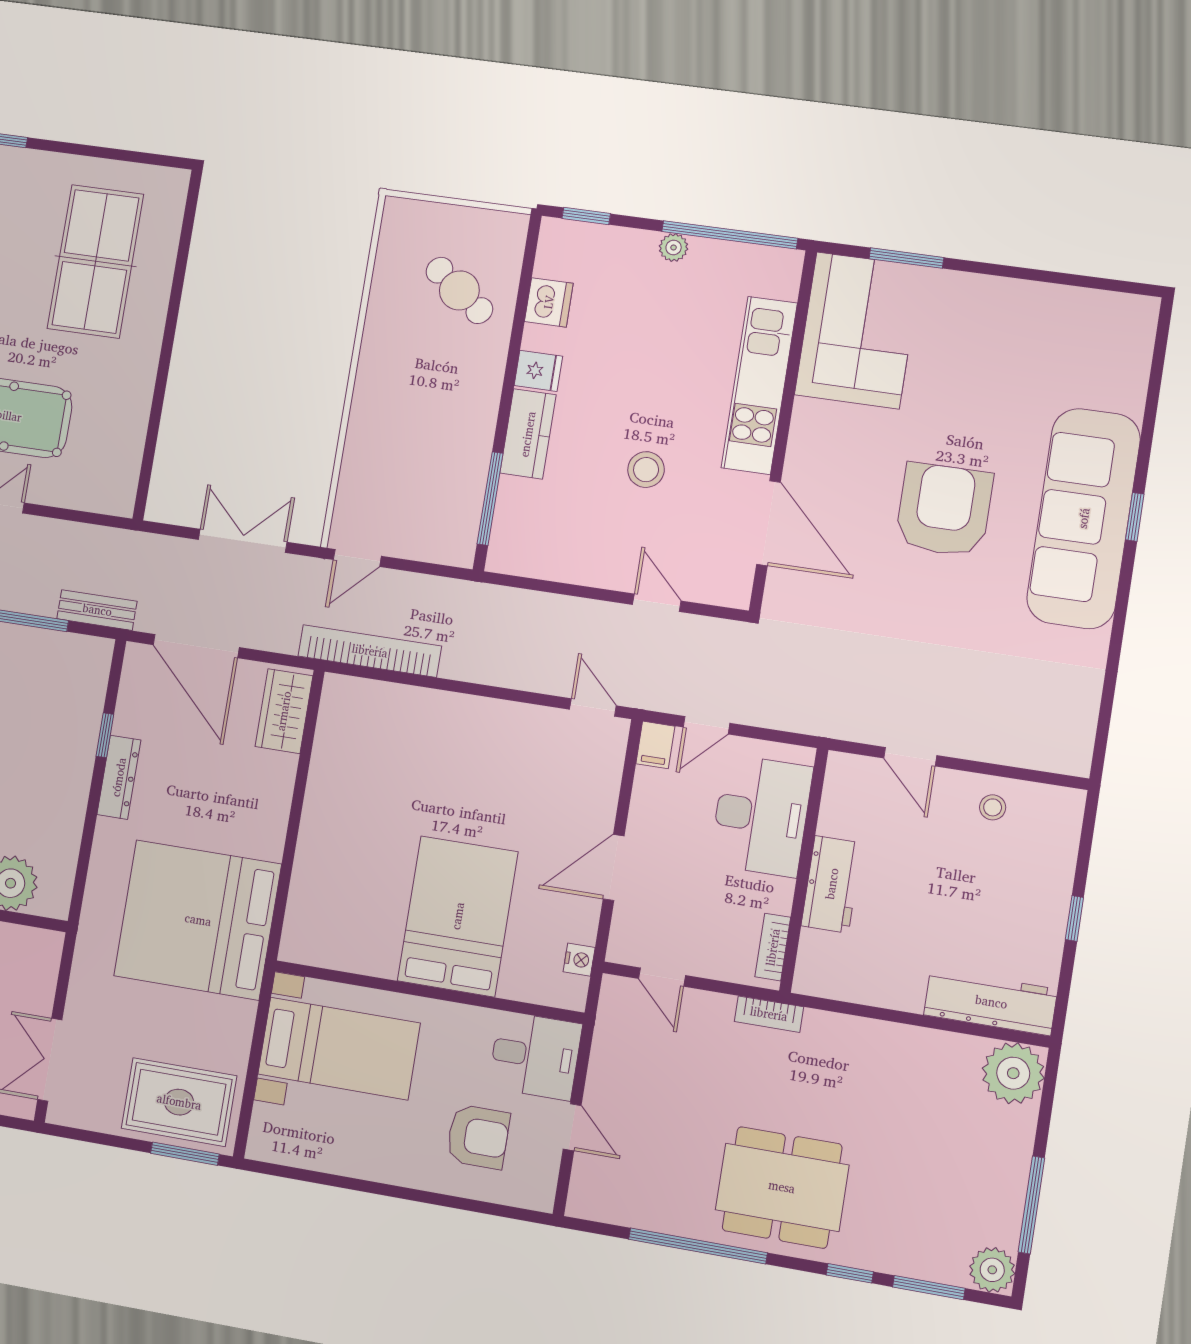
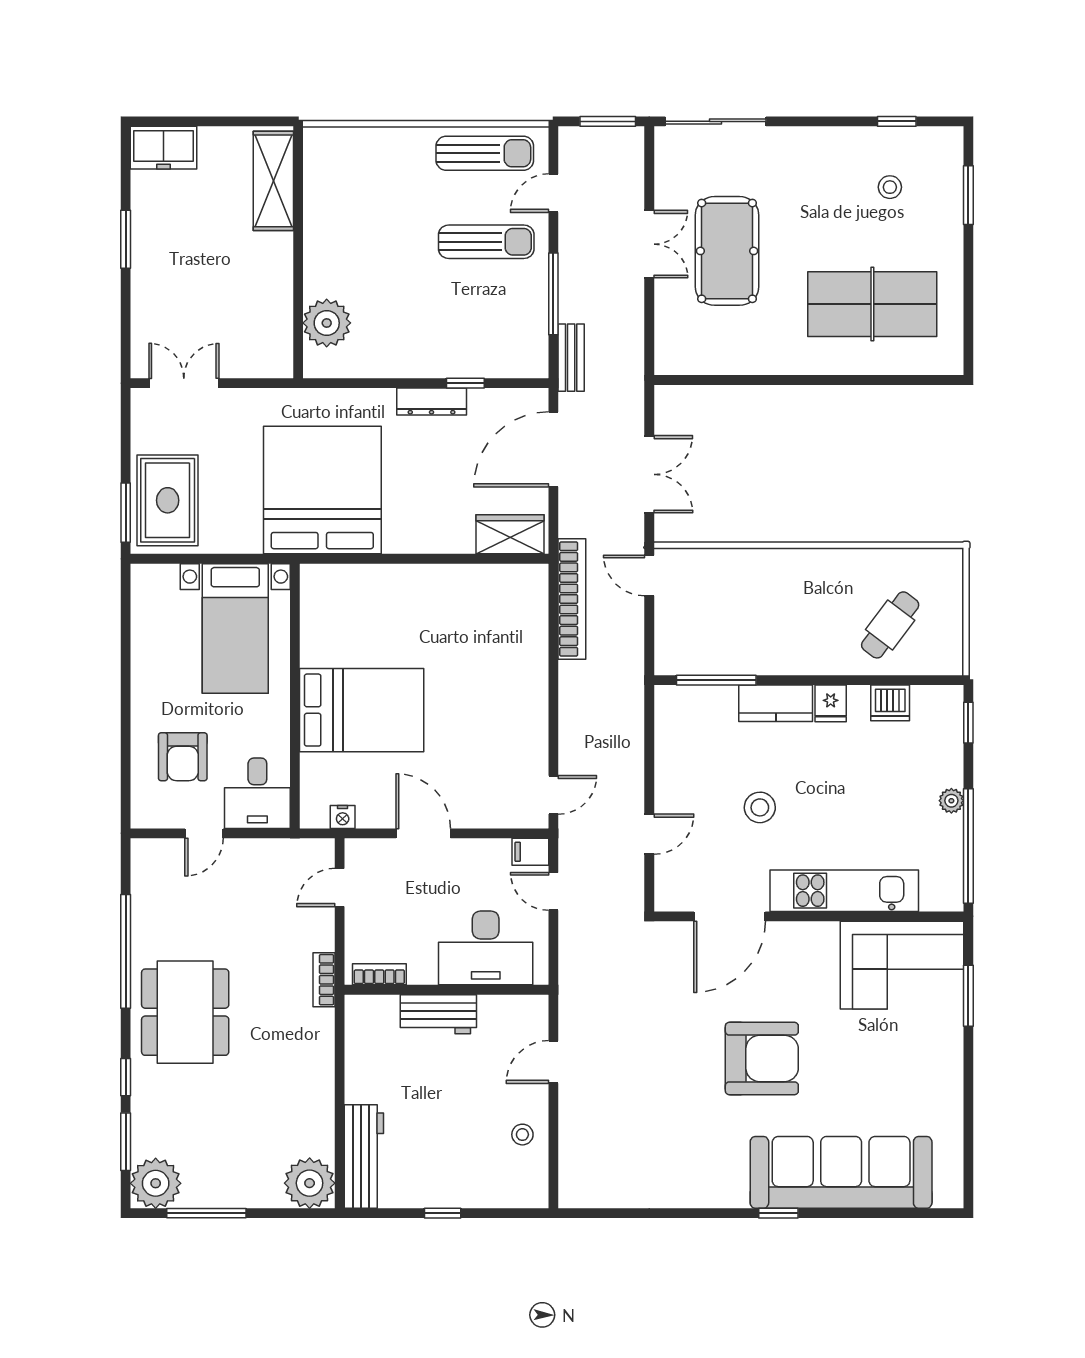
sofa: (1084, 518) -> (841, 1172), moved
plant: (992, 1270) -> (156, 1183), width x1.36, depth x1.36

